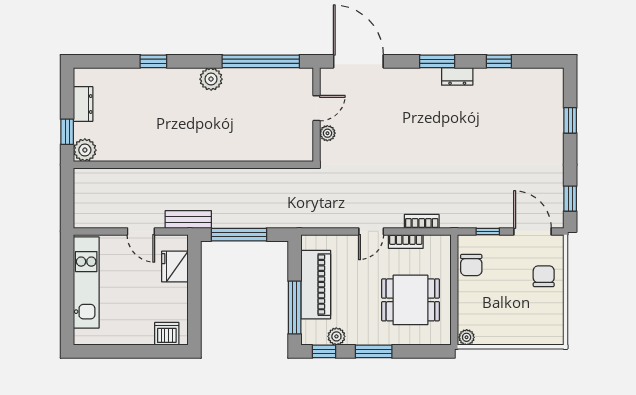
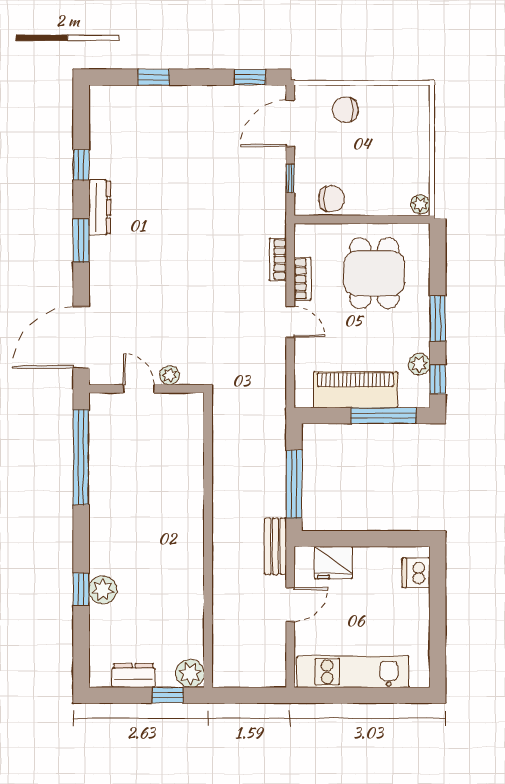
dresser: (457, 76) -> (100, 207), width x1.44
plant: (211, 79) -> (103, 590), moved

